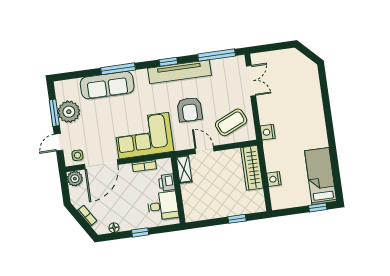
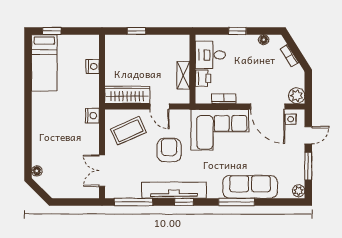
floor lamp: (313, 72) -> (37, 171), added
plant: (69, 112) -> (299, 191), moved, width x0.53, depth x0.53
door: (101, 164) -> (268, 106), swing flipped
wardrobe: (252, 168) -> (127, 95), moved, turned -90
shelving: (184, 169) -> (183, 75), moved

